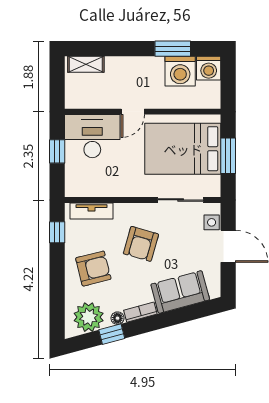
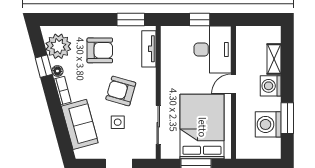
shelving: (86, 64) -> (274, 59), moved
washing machine: (209, 68) -> (271, 86), moved
door: (133, 112) -> (234, 84), hinge flipped
side table: (212, 222) -> (118, 122), moved
window: (57, 232) -> (131, 20), width x1.50
armchair: (93, 269) -> (100, 50), turned -76

